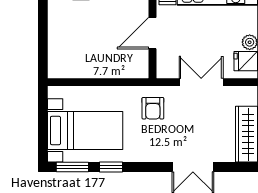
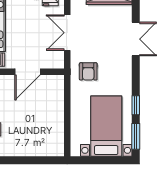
door: (152, 33) -> (28, 72), hinge flipped
armchair: (153, 108) -> (88, 71), turned 90

